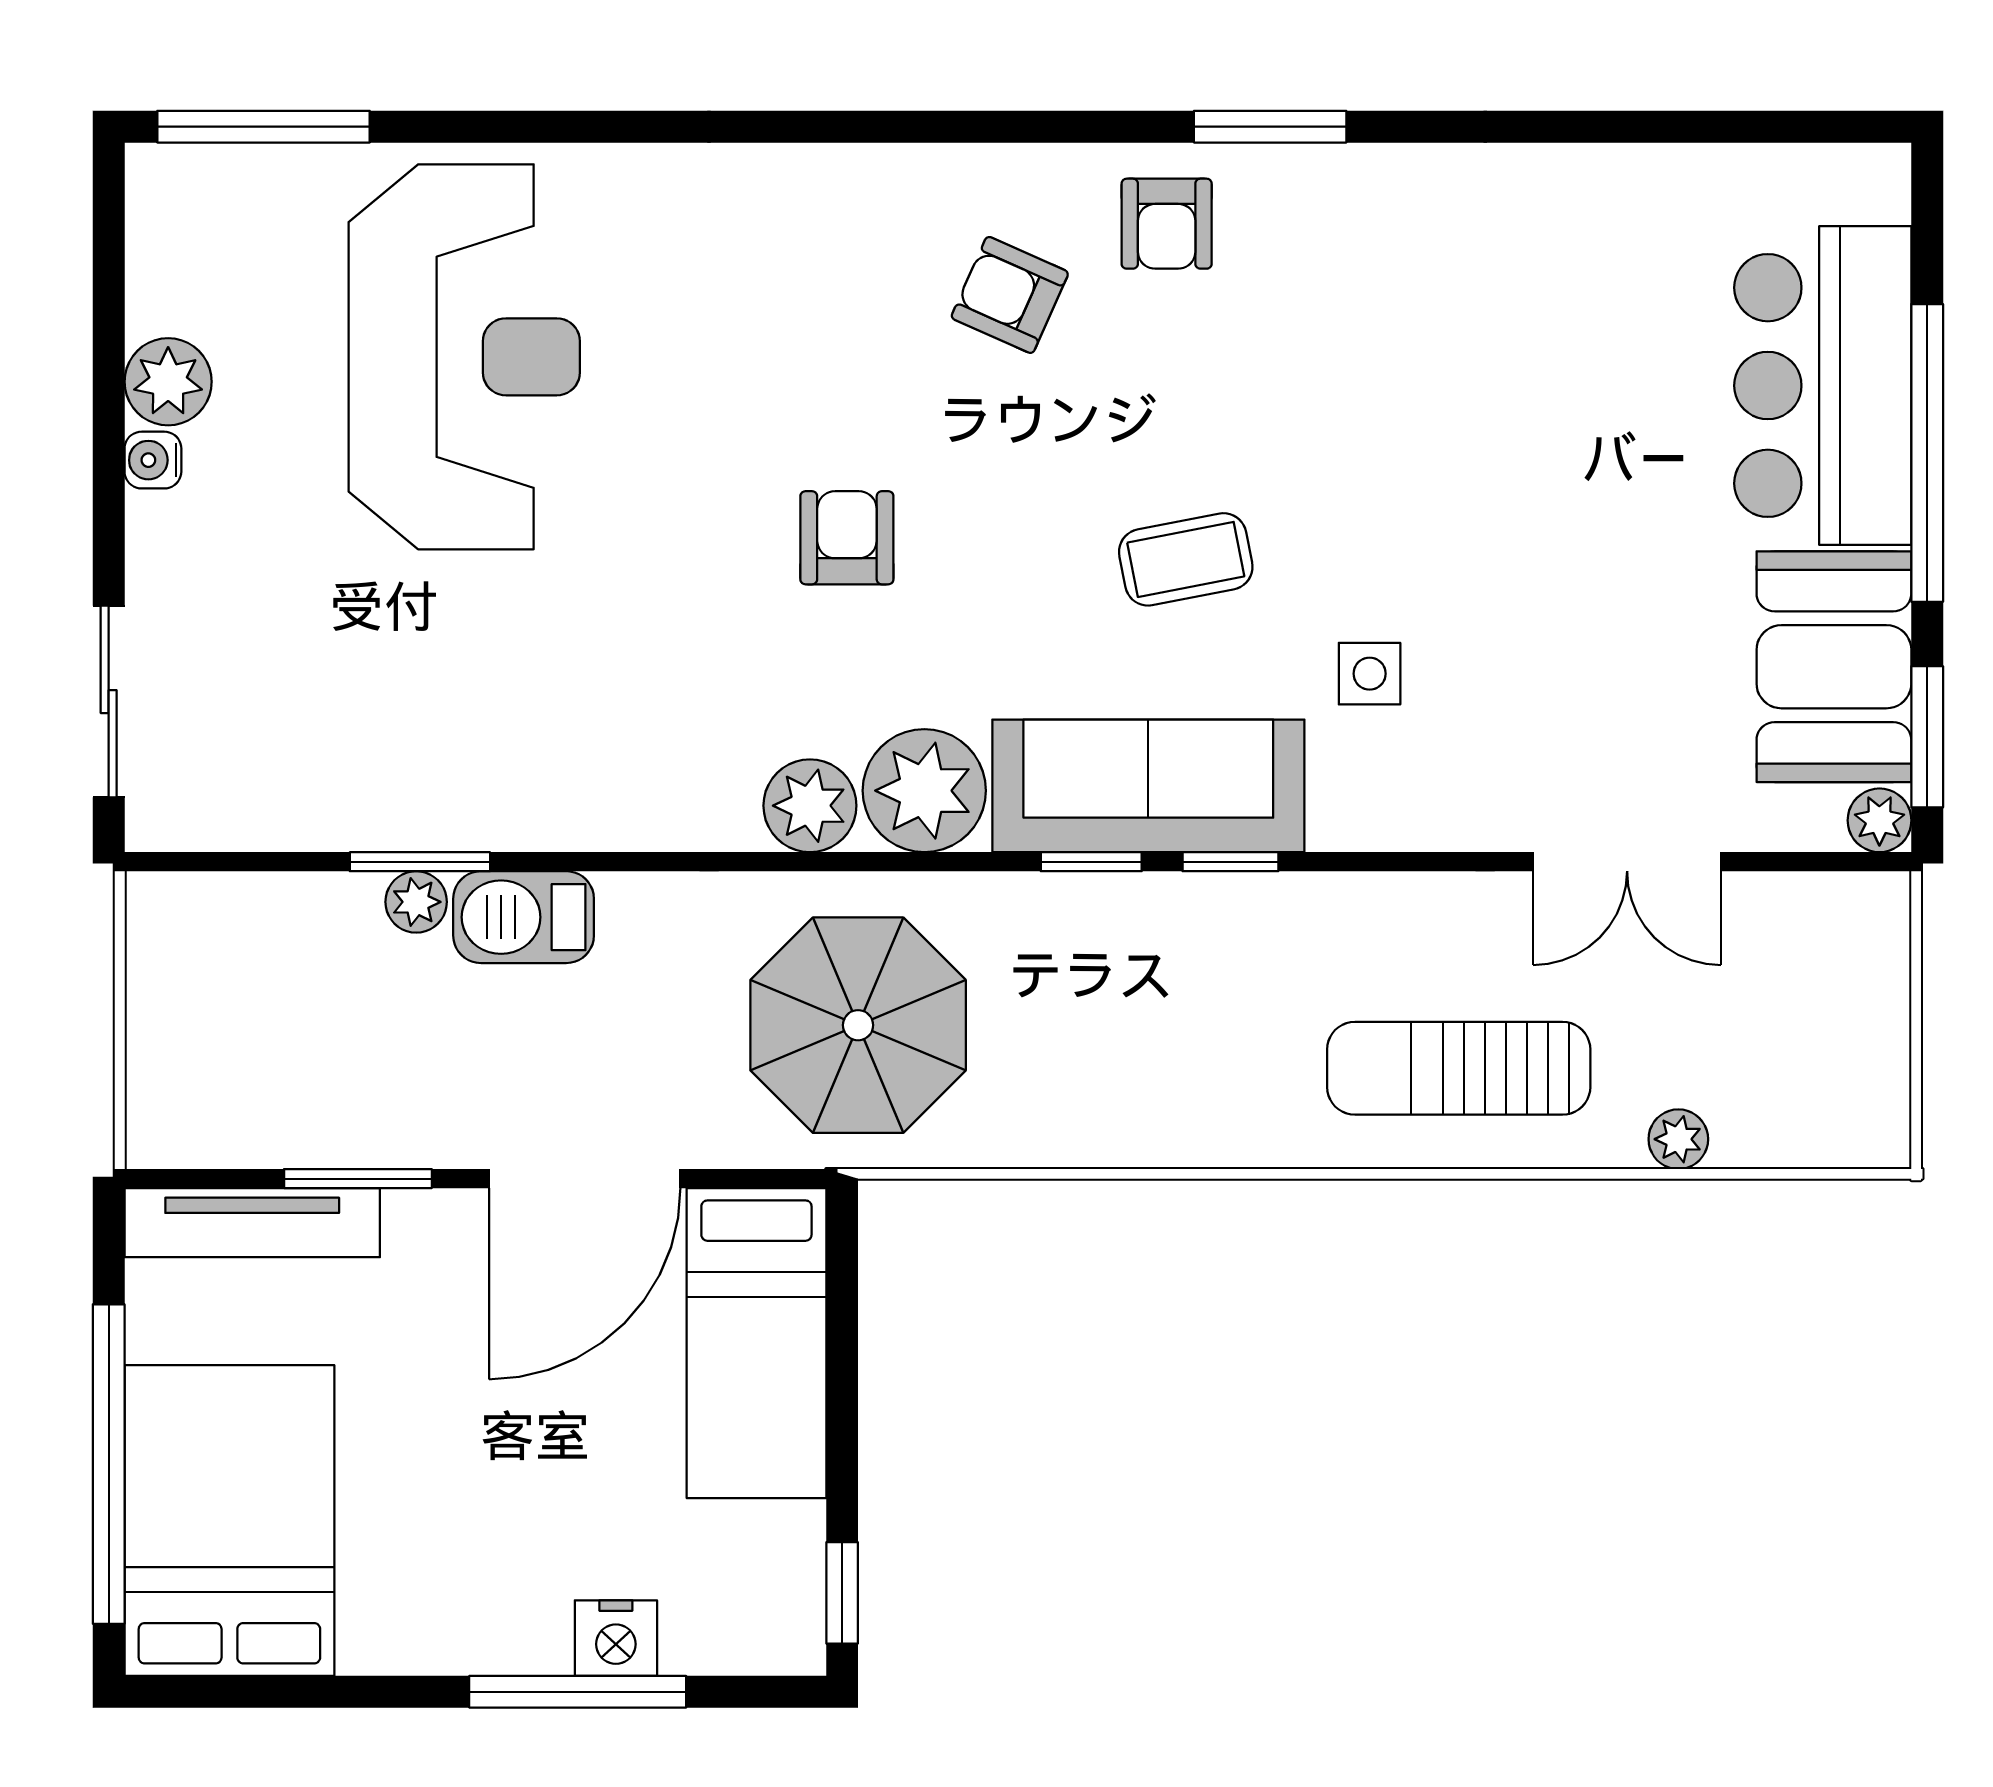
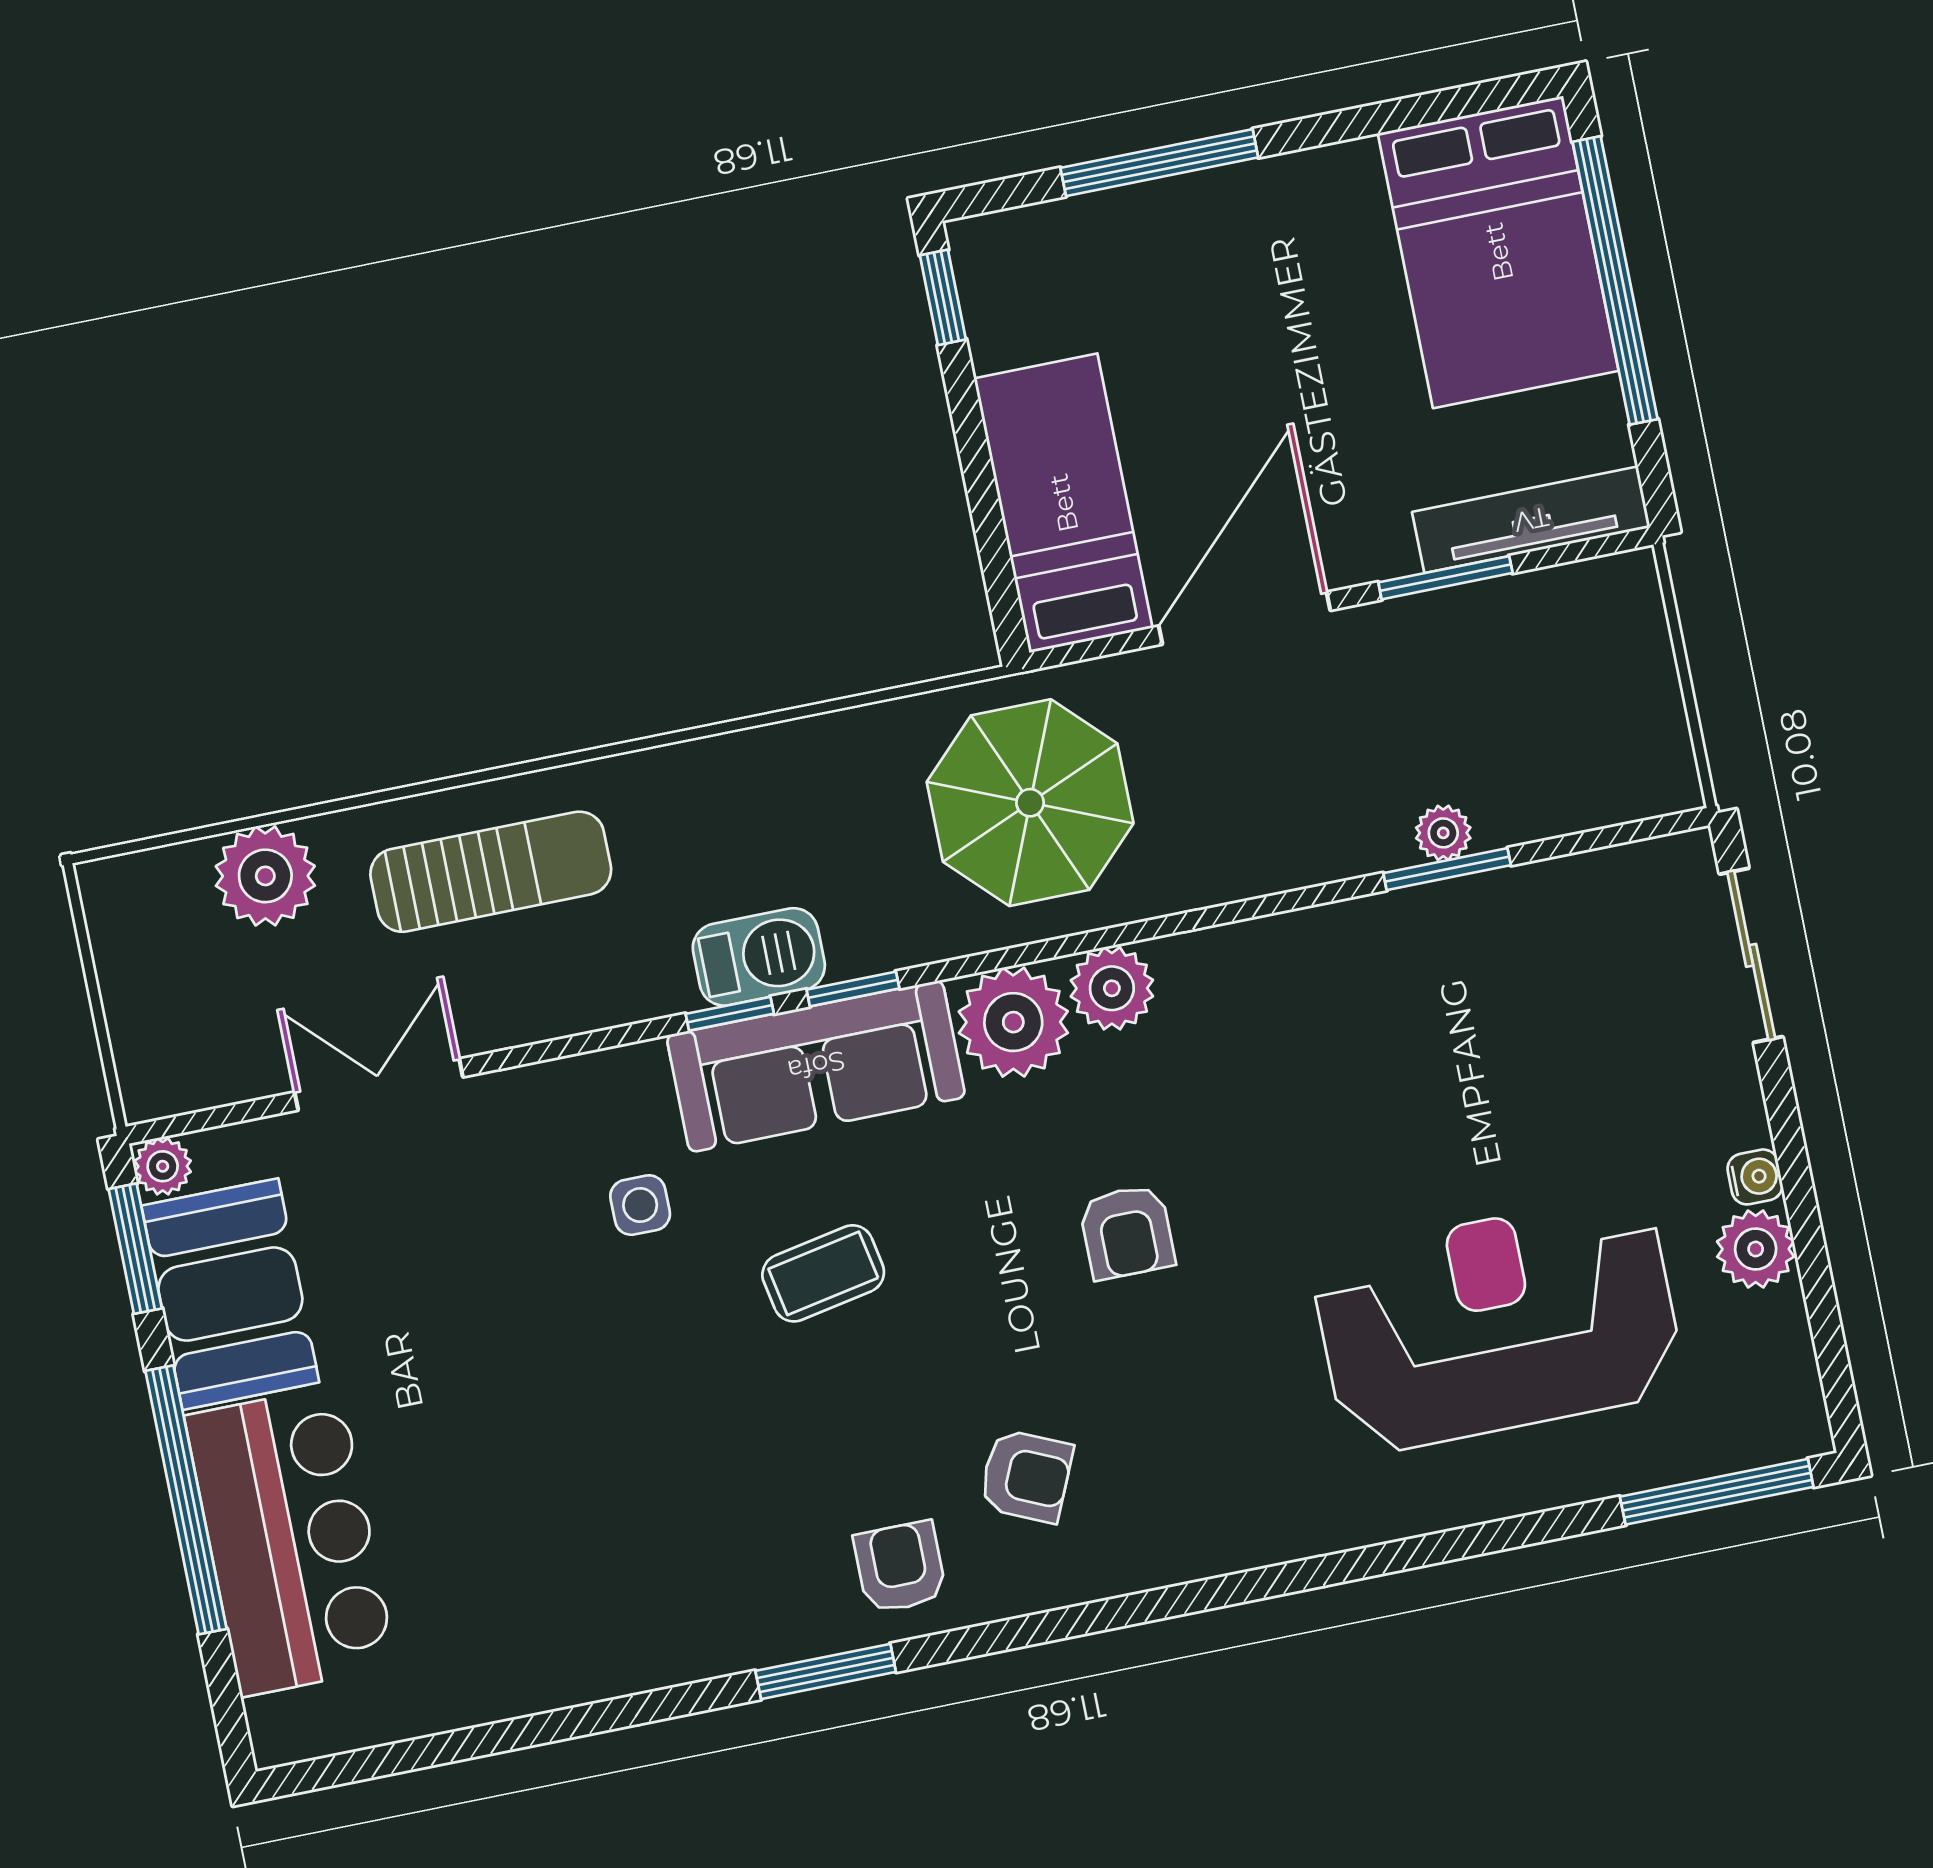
reception desk: (464, 357) -> (1498, 1324), turned 90
barbecue: (524, 917) -> (759, 957), moved
plant: (1678, 1139) -> (265, 876), width x1.88, depth x1.88
nightstand: (616, 1638) -> (1135, 217), removed

